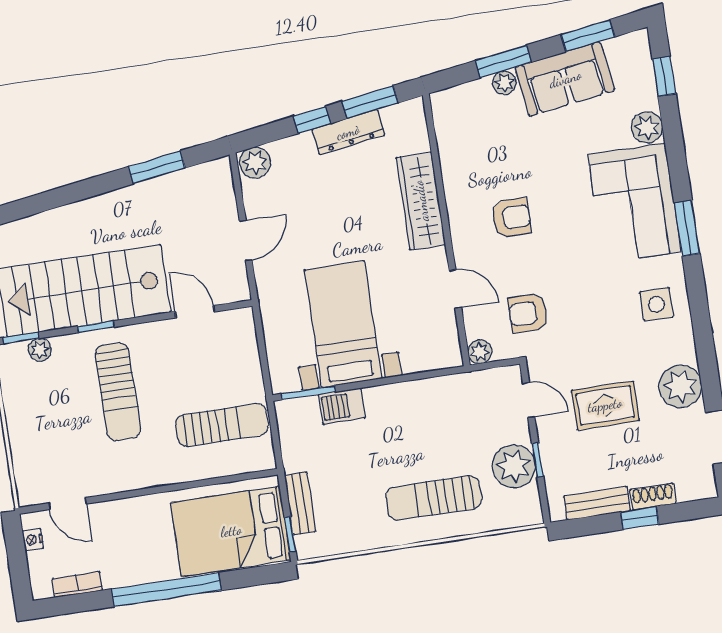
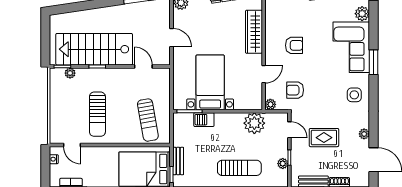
door: (246, 241) -> (171, 38), hinge flipped
door: (455, 289) -> (264, 74), hinge flipped
plant: (680, 386) -> (364, 134), width x0.53, depth x0.53
sun lounger: (118, 392) -> (97, 114), moved
plant: (451, 397) -> (254, 123), added
sun lounger: (222, 425) -> (148, 120), turned 80
plant: (514, 466) -> (283, 164), width x0.53, depth x0.53
sun lounger: (434, 498) -> (239, 168), turned 180

